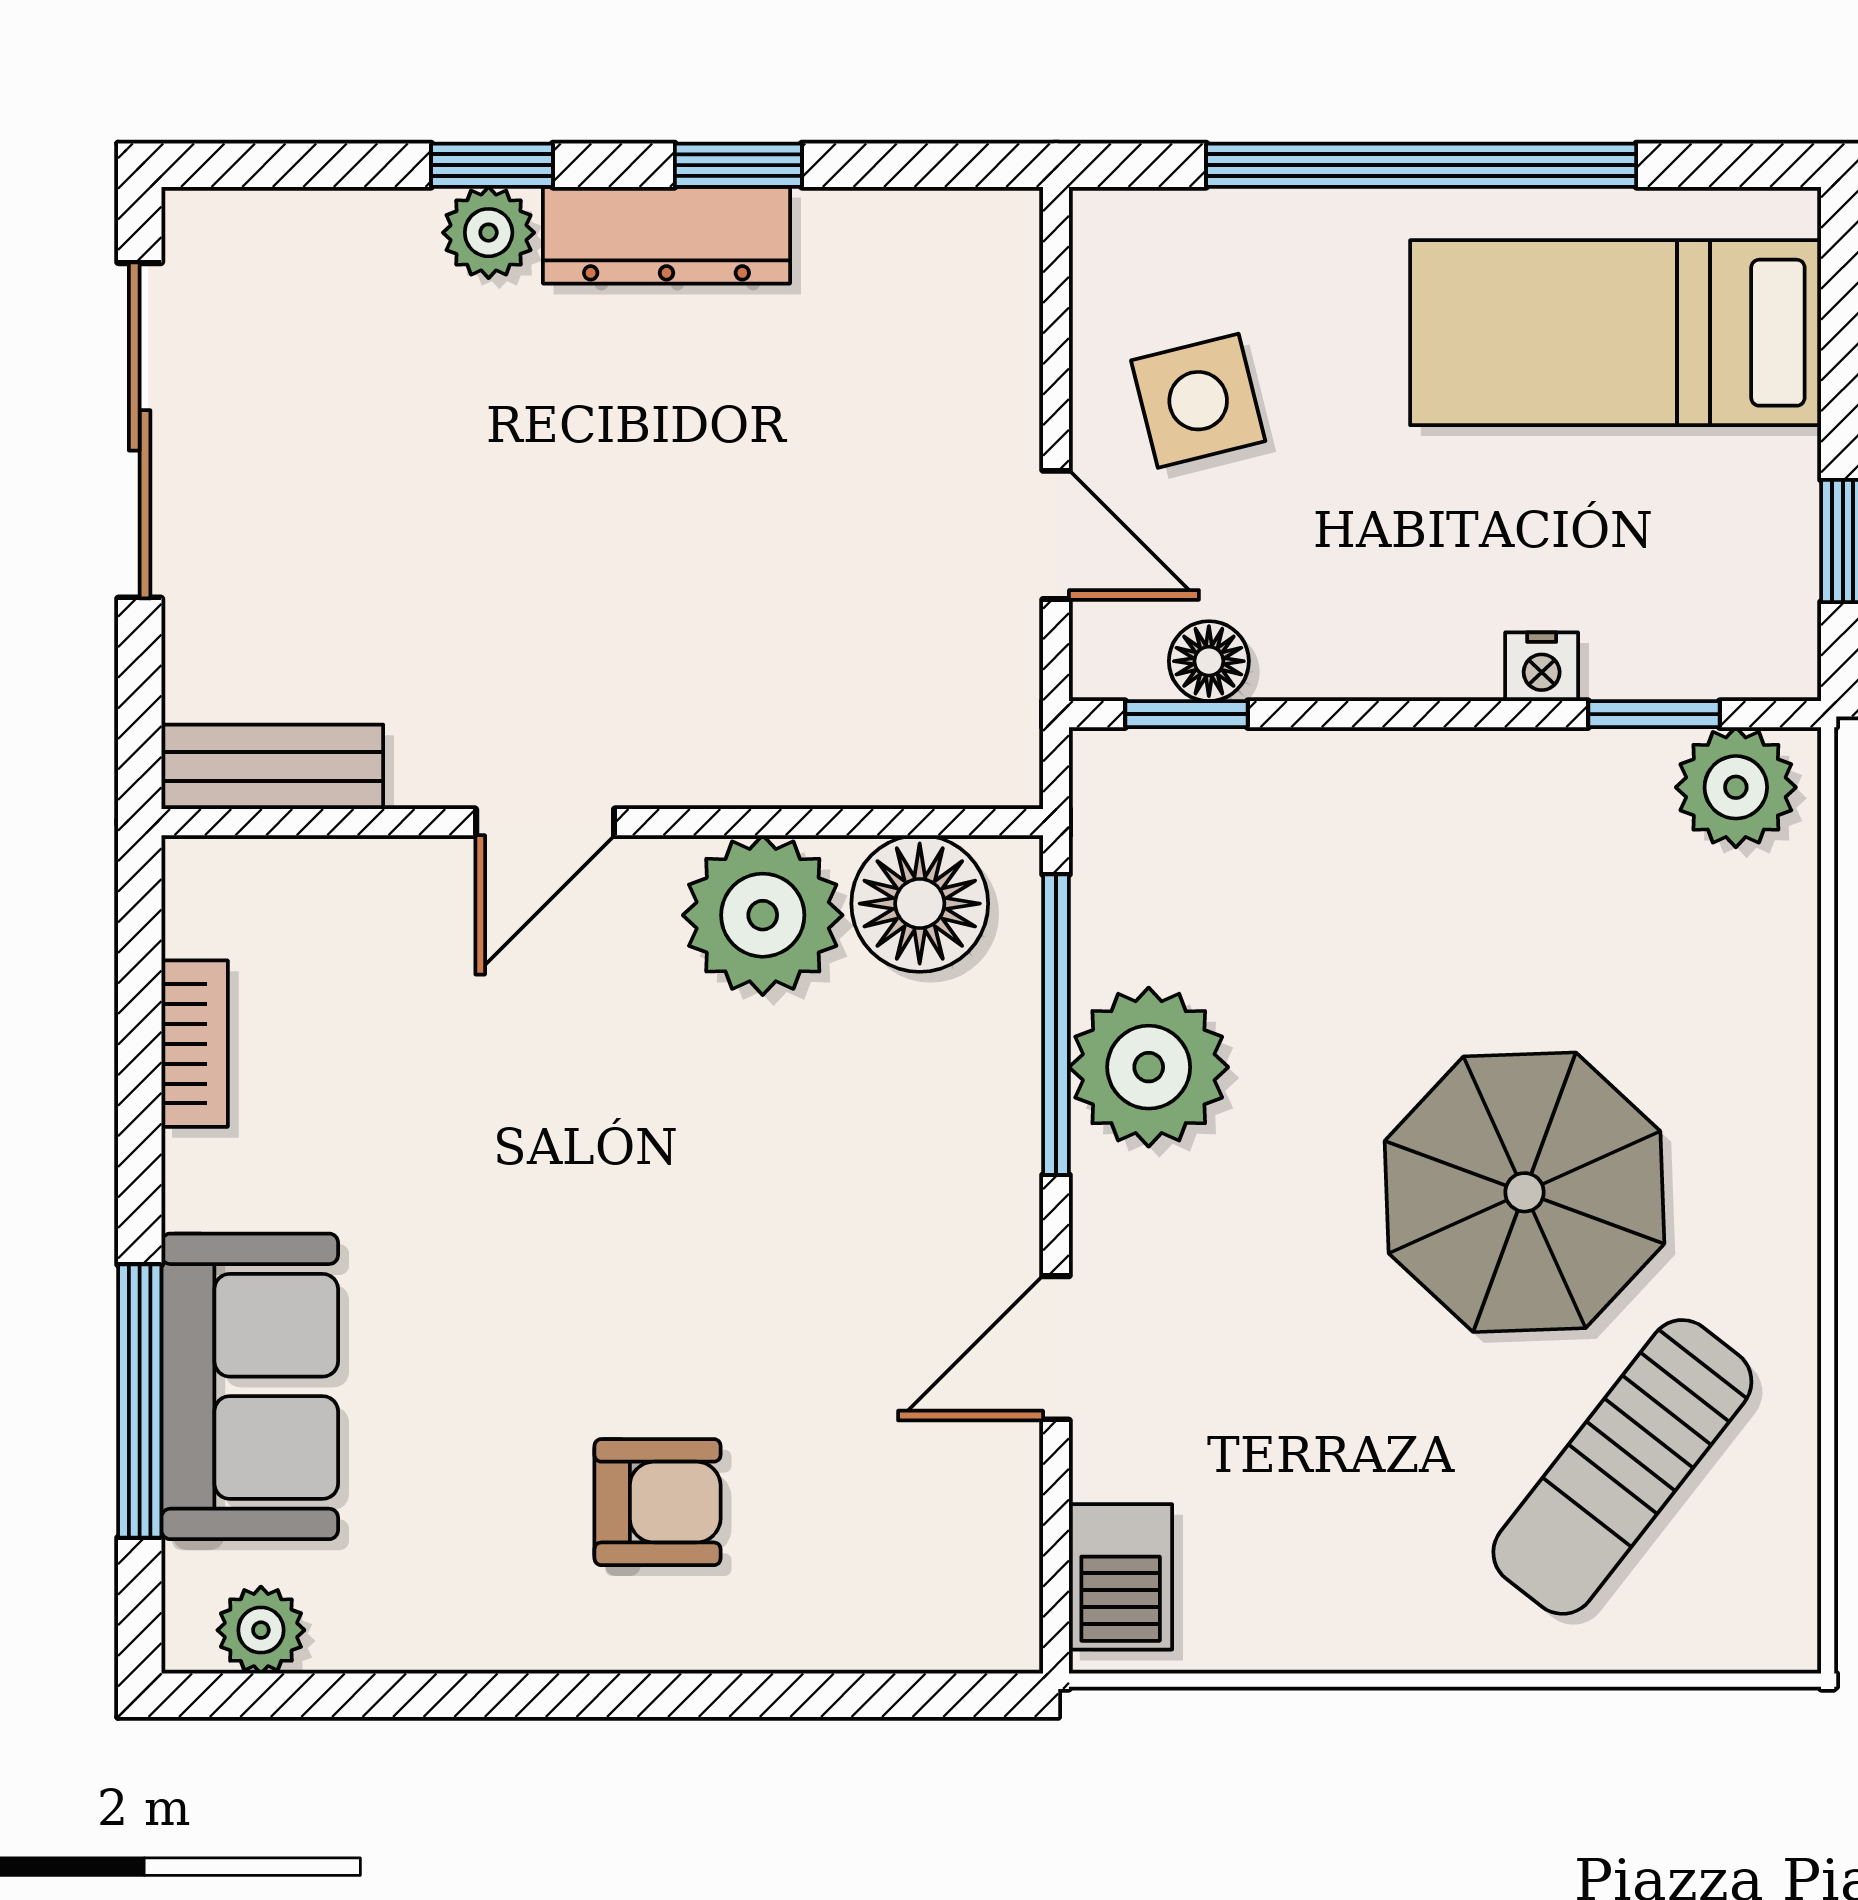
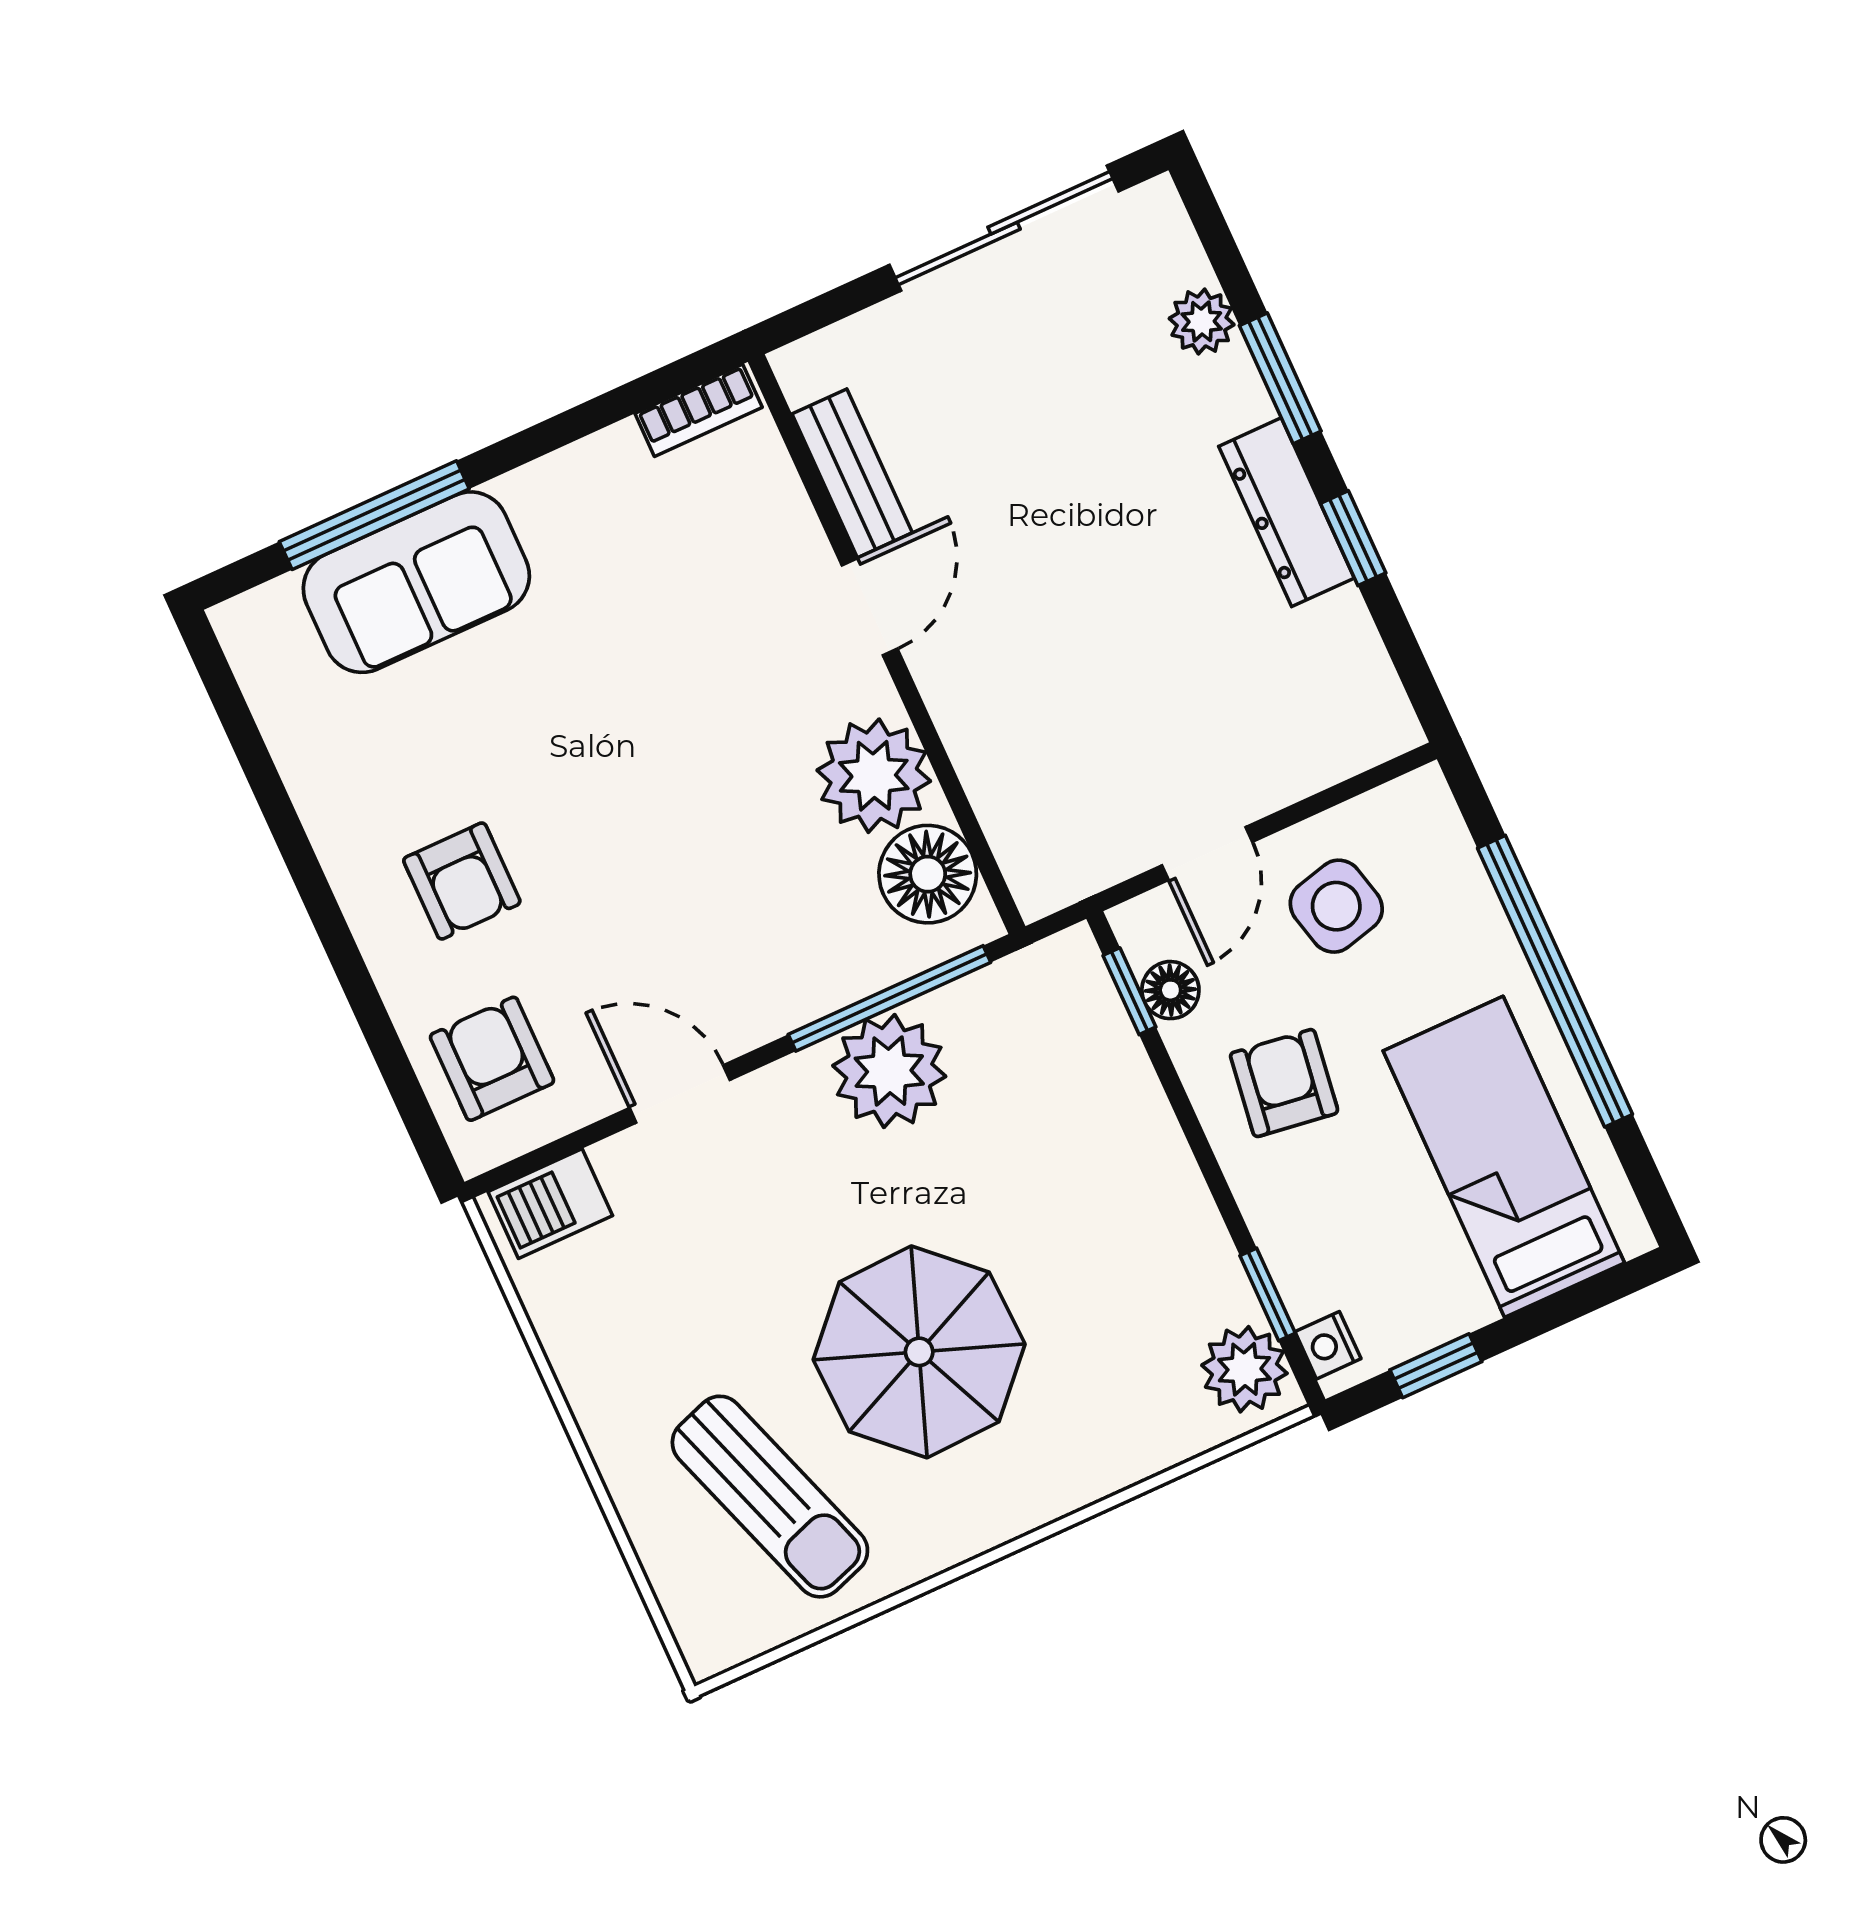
window: (492, 165) -> (1280, 378), width x1.50
plant: (489, 233) -> (1202, 322), moved
armchair: (1394, 570) -> (1284, 1083), added
nightstand: (1542, 667) -> (1328, 1345), moved
bench: (272, 767) -> (852, 473), moved
door: (545, 822) -> (870, 607), swing flipped
bookcase: (195, 1044) -> (699, 410), moved
sun lounger: (1622, 1467) -> (770, 1497), turned -147
armchair: (902, 1567) -> (492, 1059), added
plant: (261, 1630) -> (262, 662), removed

